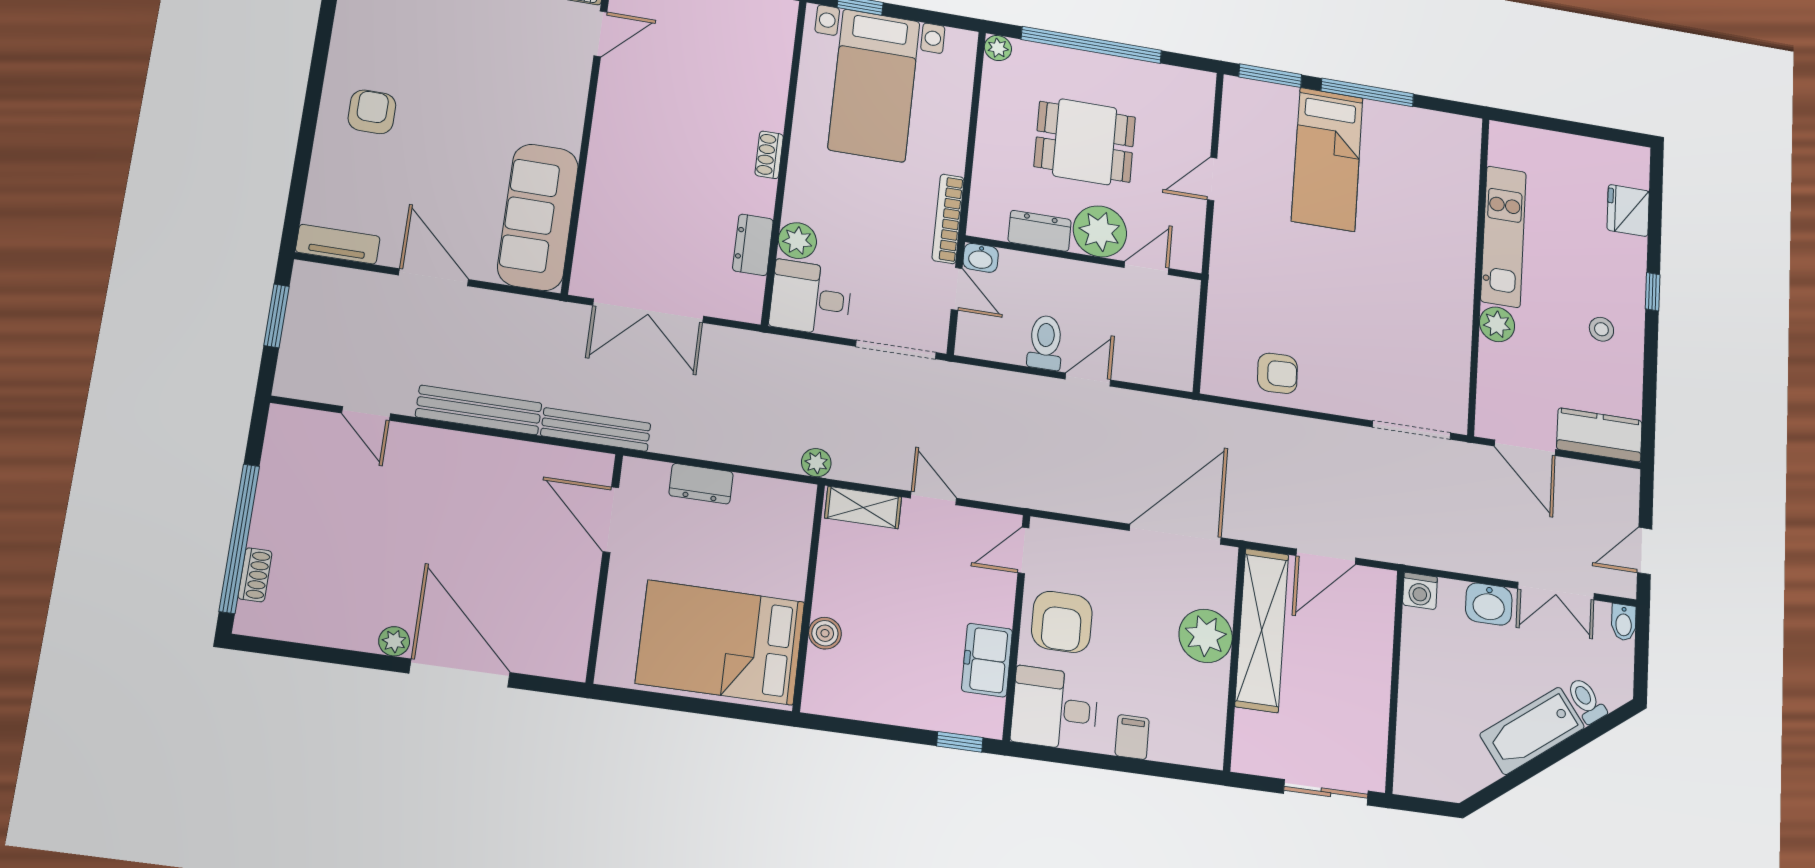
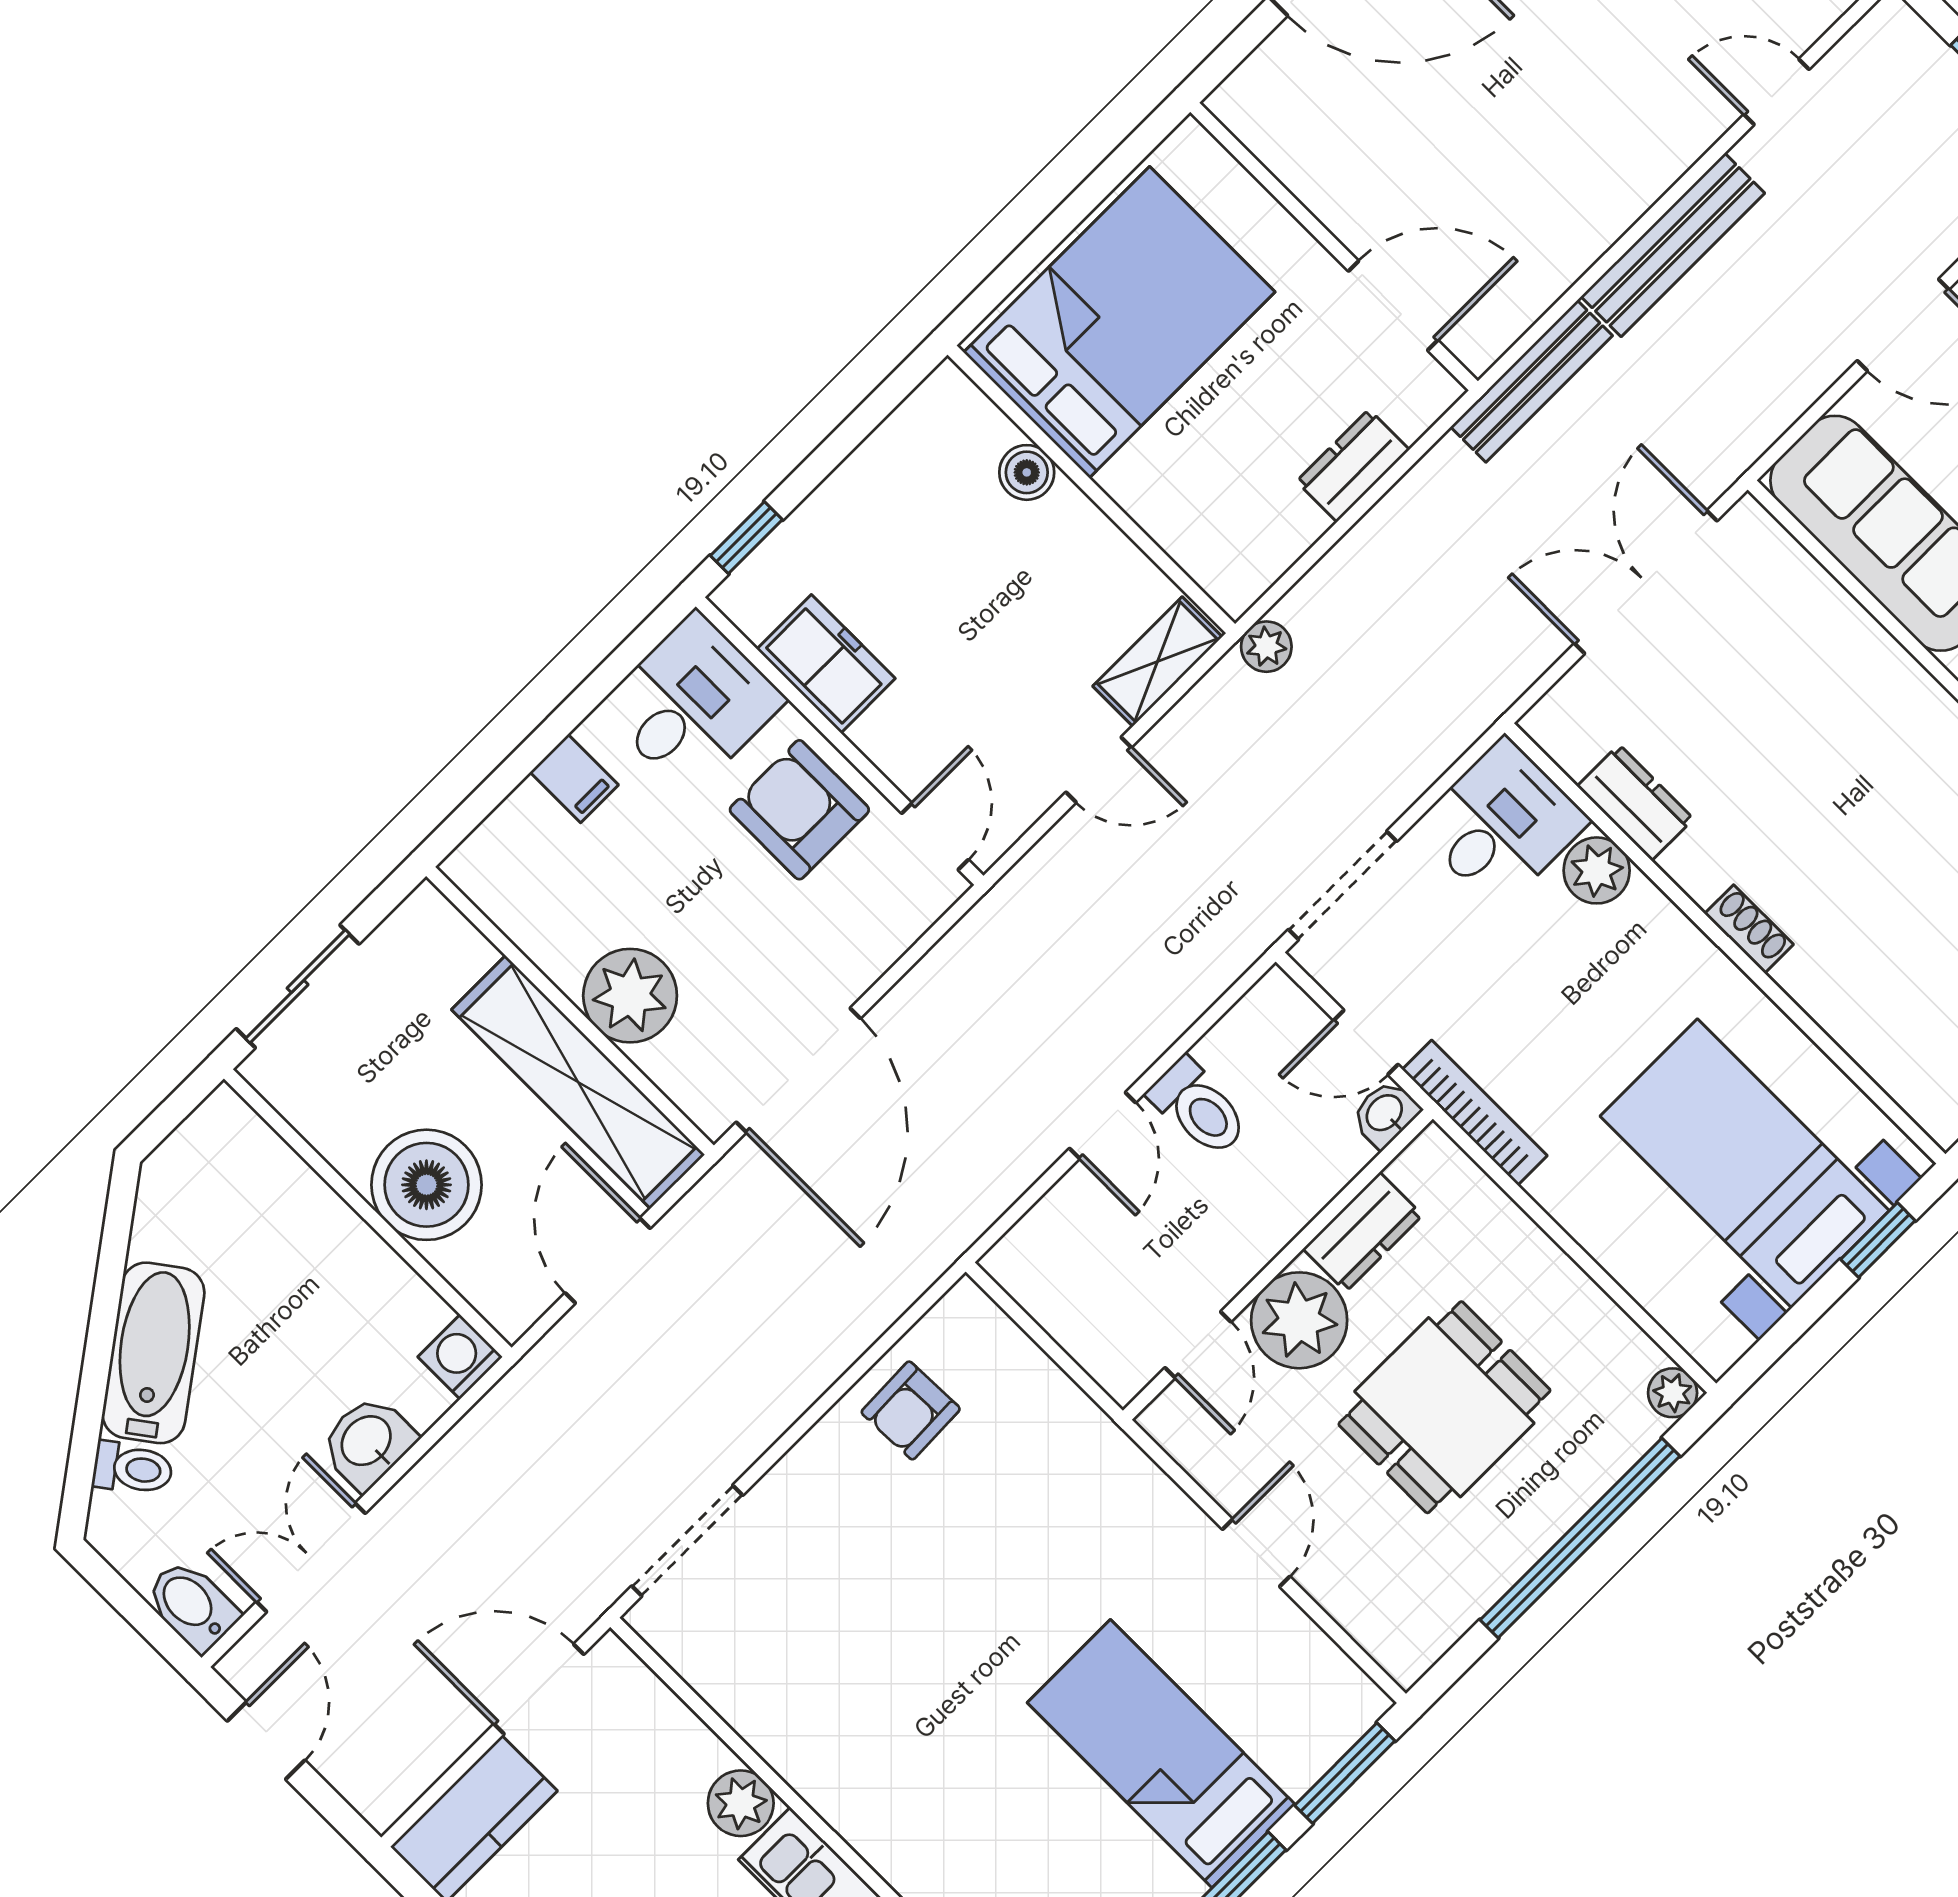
bidet: (1624, 622) -> (192, 1605), width x1.38, depth x1.36
boiler: (1361, 664) -> (426, 1185), added

